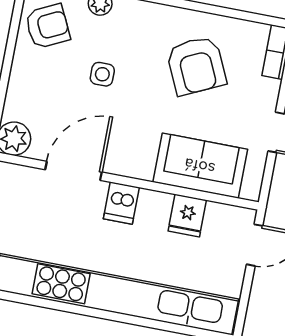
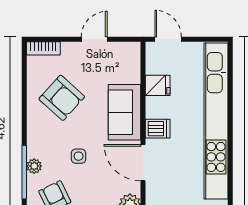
armchair: (196, 66) -> (62, 98), turned 67
sofa: (200, 166) -> (125, 112), moved

